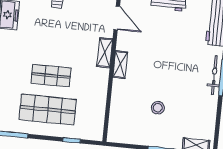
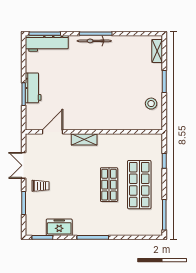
shelving: (120, 65) -> (93, 125), removed
stool: (158, 108) -> (151, 104), moved

